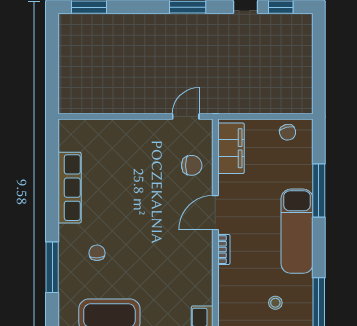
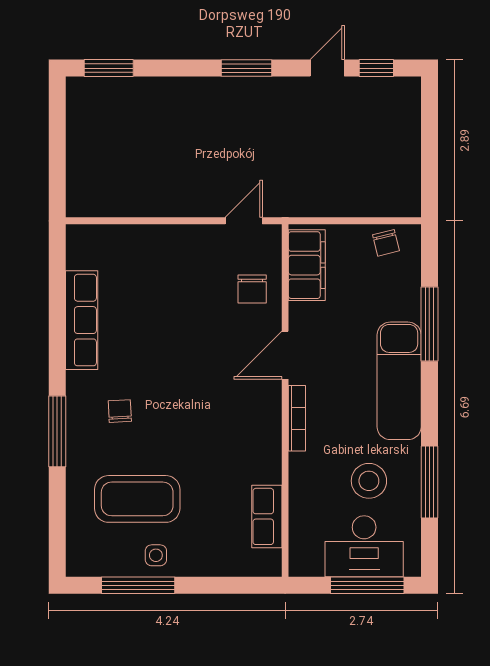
chair: (192, 165) -> (252, 289), turned 90
bookcase: (224, 250) -> (297, 418), width x1.56
stool: (275, 303) -> (369, 481), width x1.89, depth x1.89

